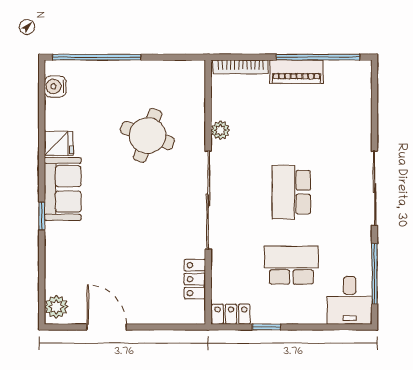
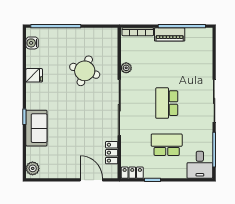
sofa: (63, 189) -> (36, 128), moved
door: (107, 327) -> (91, 180), moved

